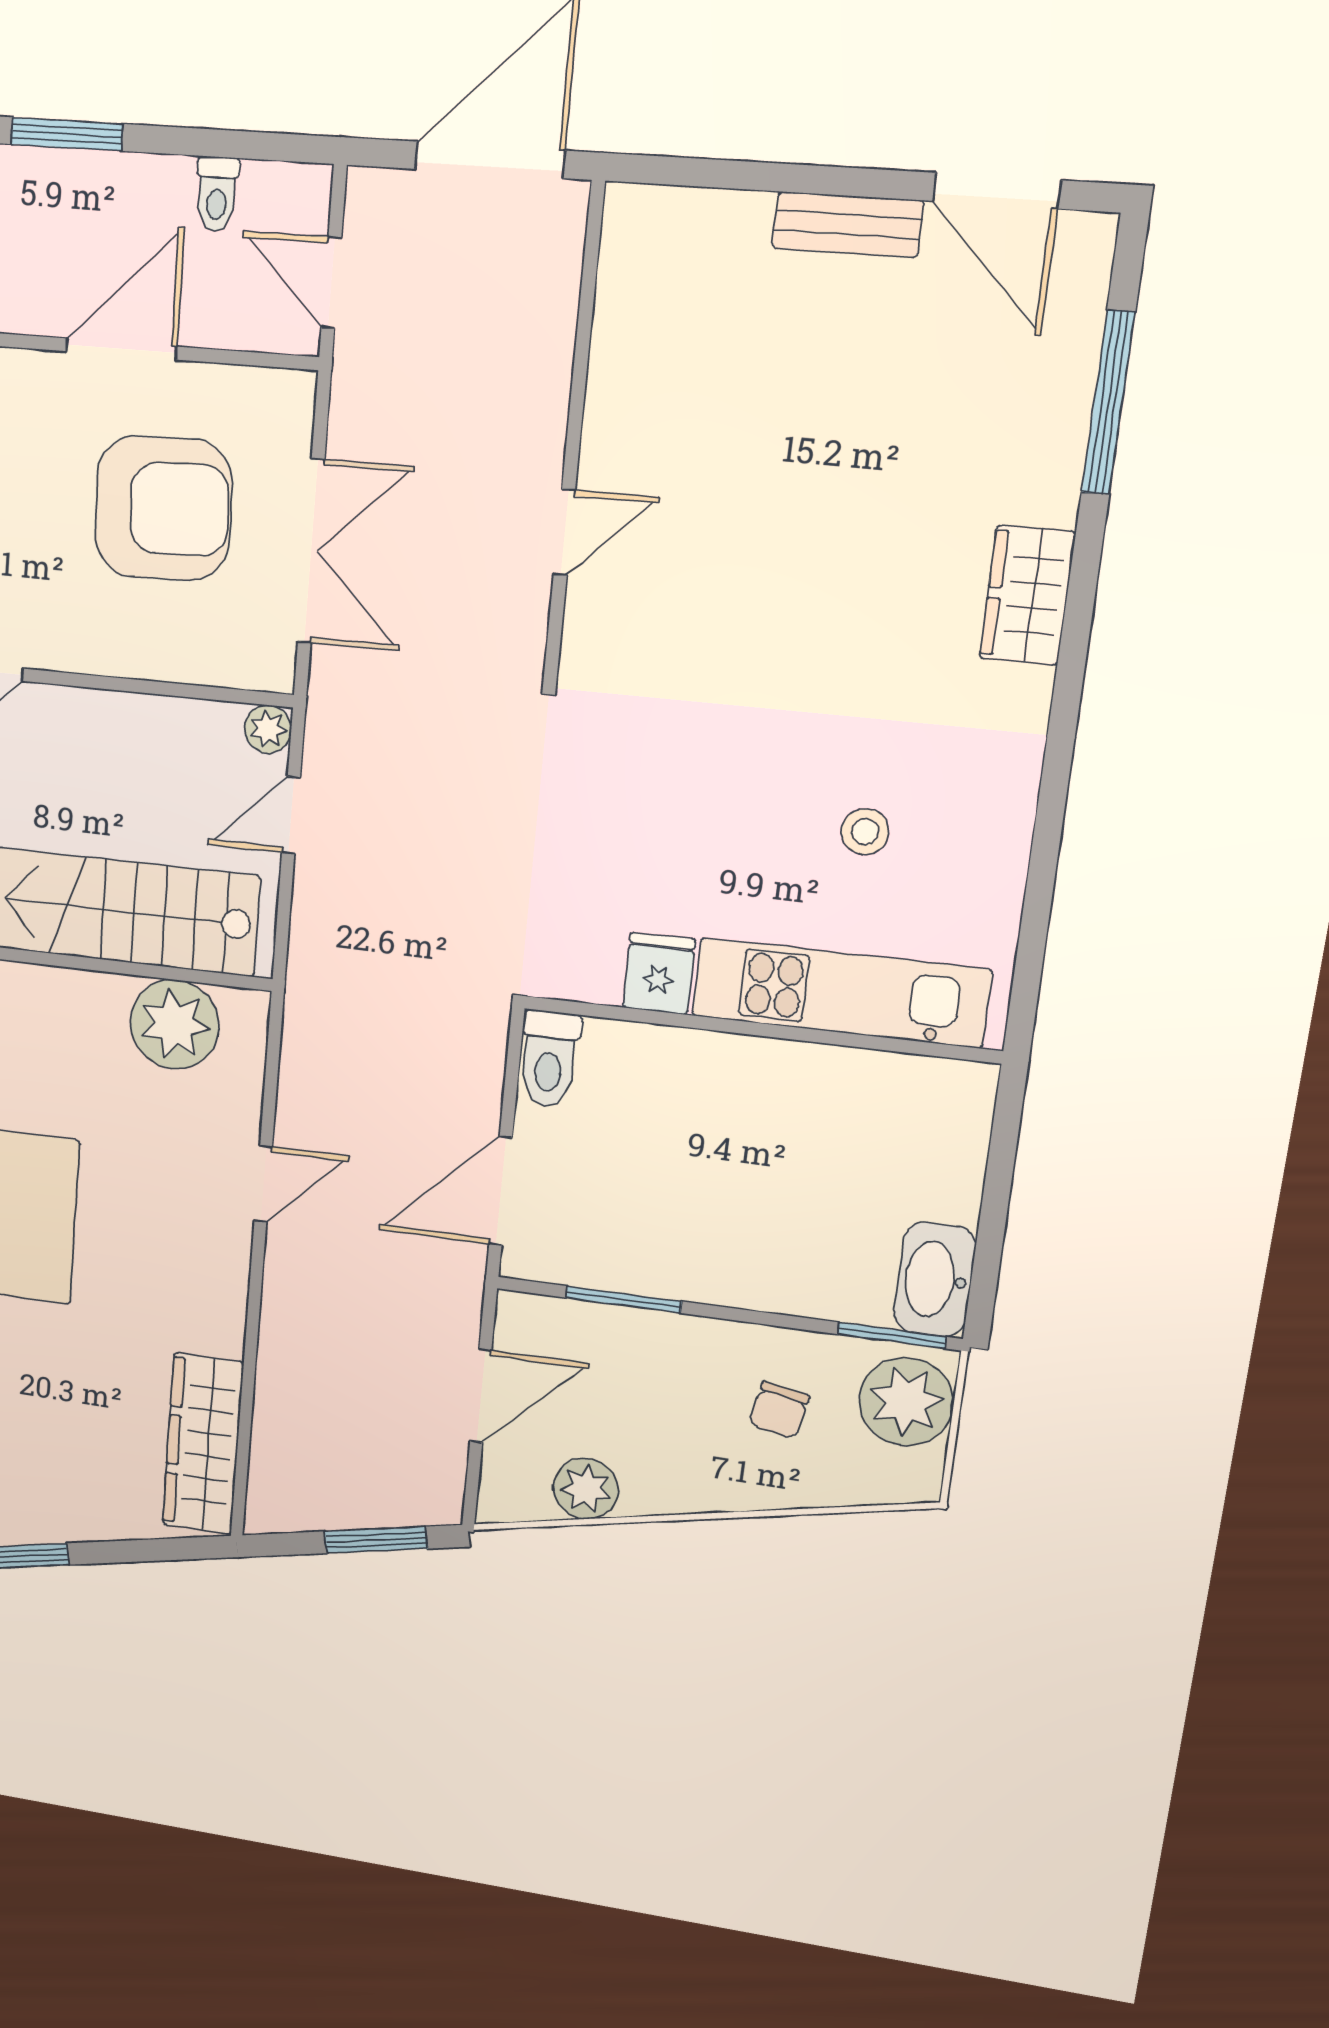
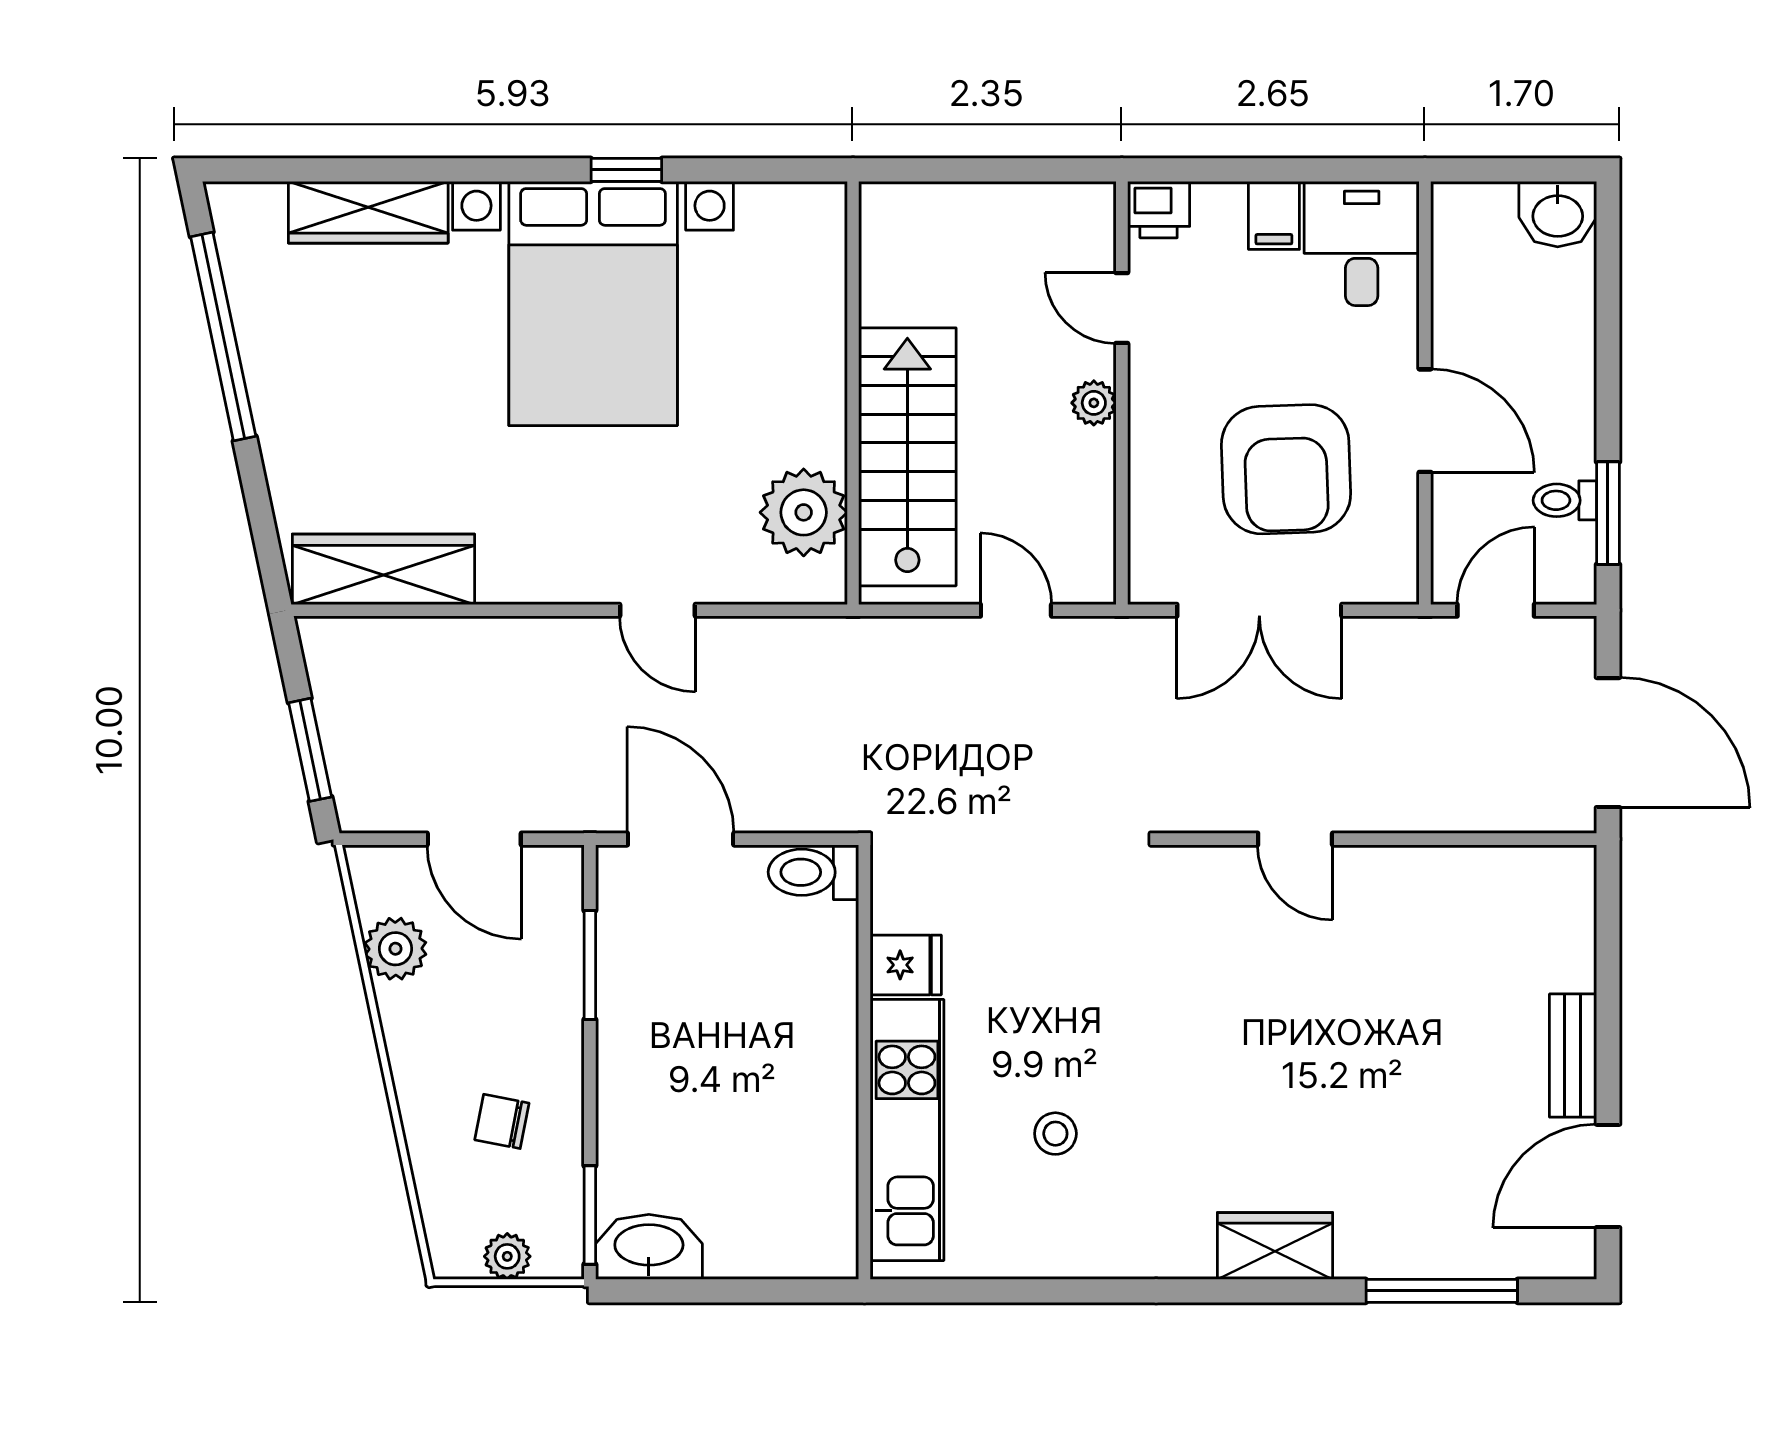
window: (67, 134) -> (1608, 513), moved
plant: (268, 729) -> (1094, 403), moved
plant: (906, 1402) -> (507, 1256), width x0.53, depth x0.53

